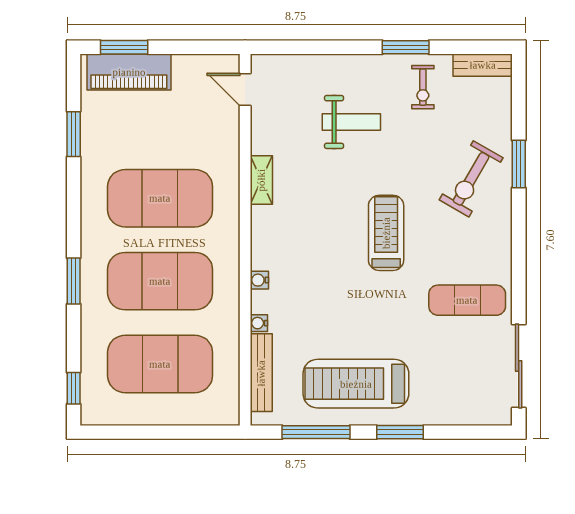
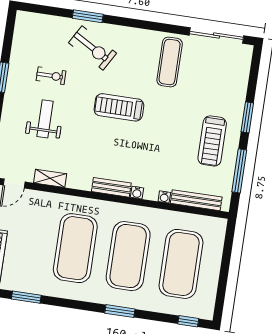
bench: (483, 65) -> (111, 187), moved, turned 90
exercise bike: (423, 87) -> (51, 76), moved
shelving: (261, 180) -> (50, 178), moved
treadmill: (356, 384) -> (212, 141), width x0.73, depth x0.73

